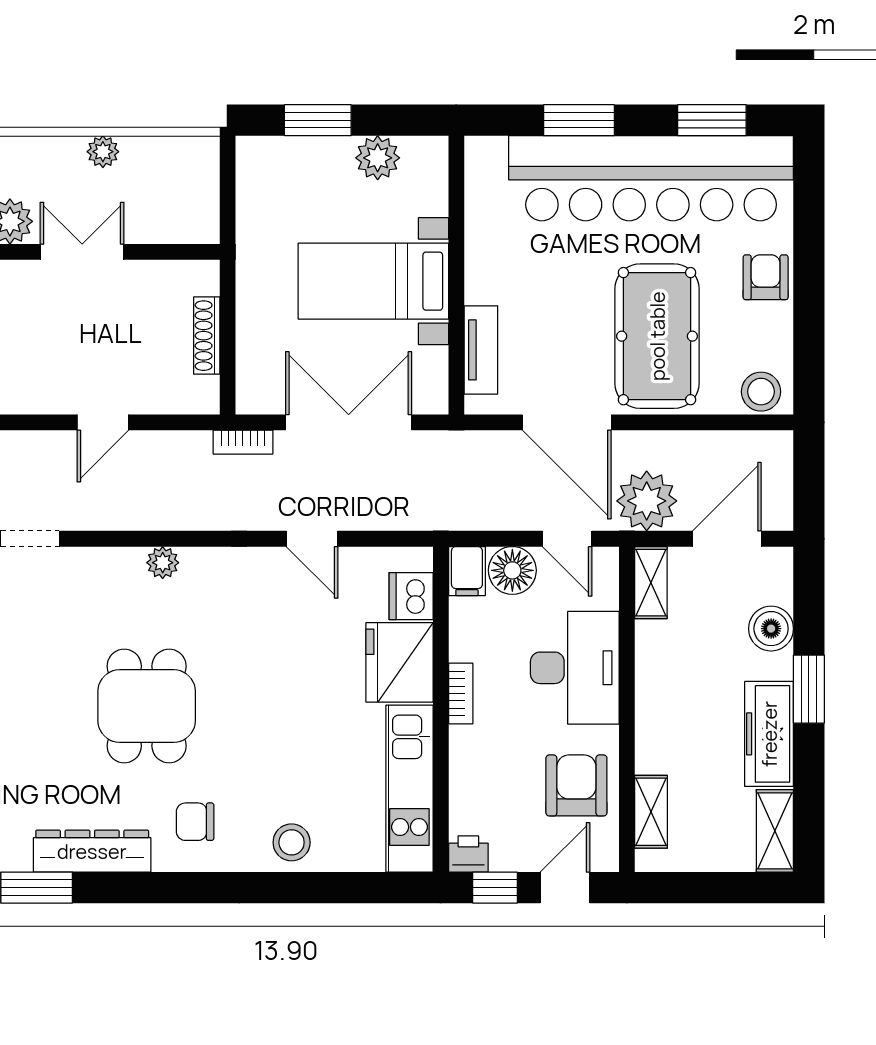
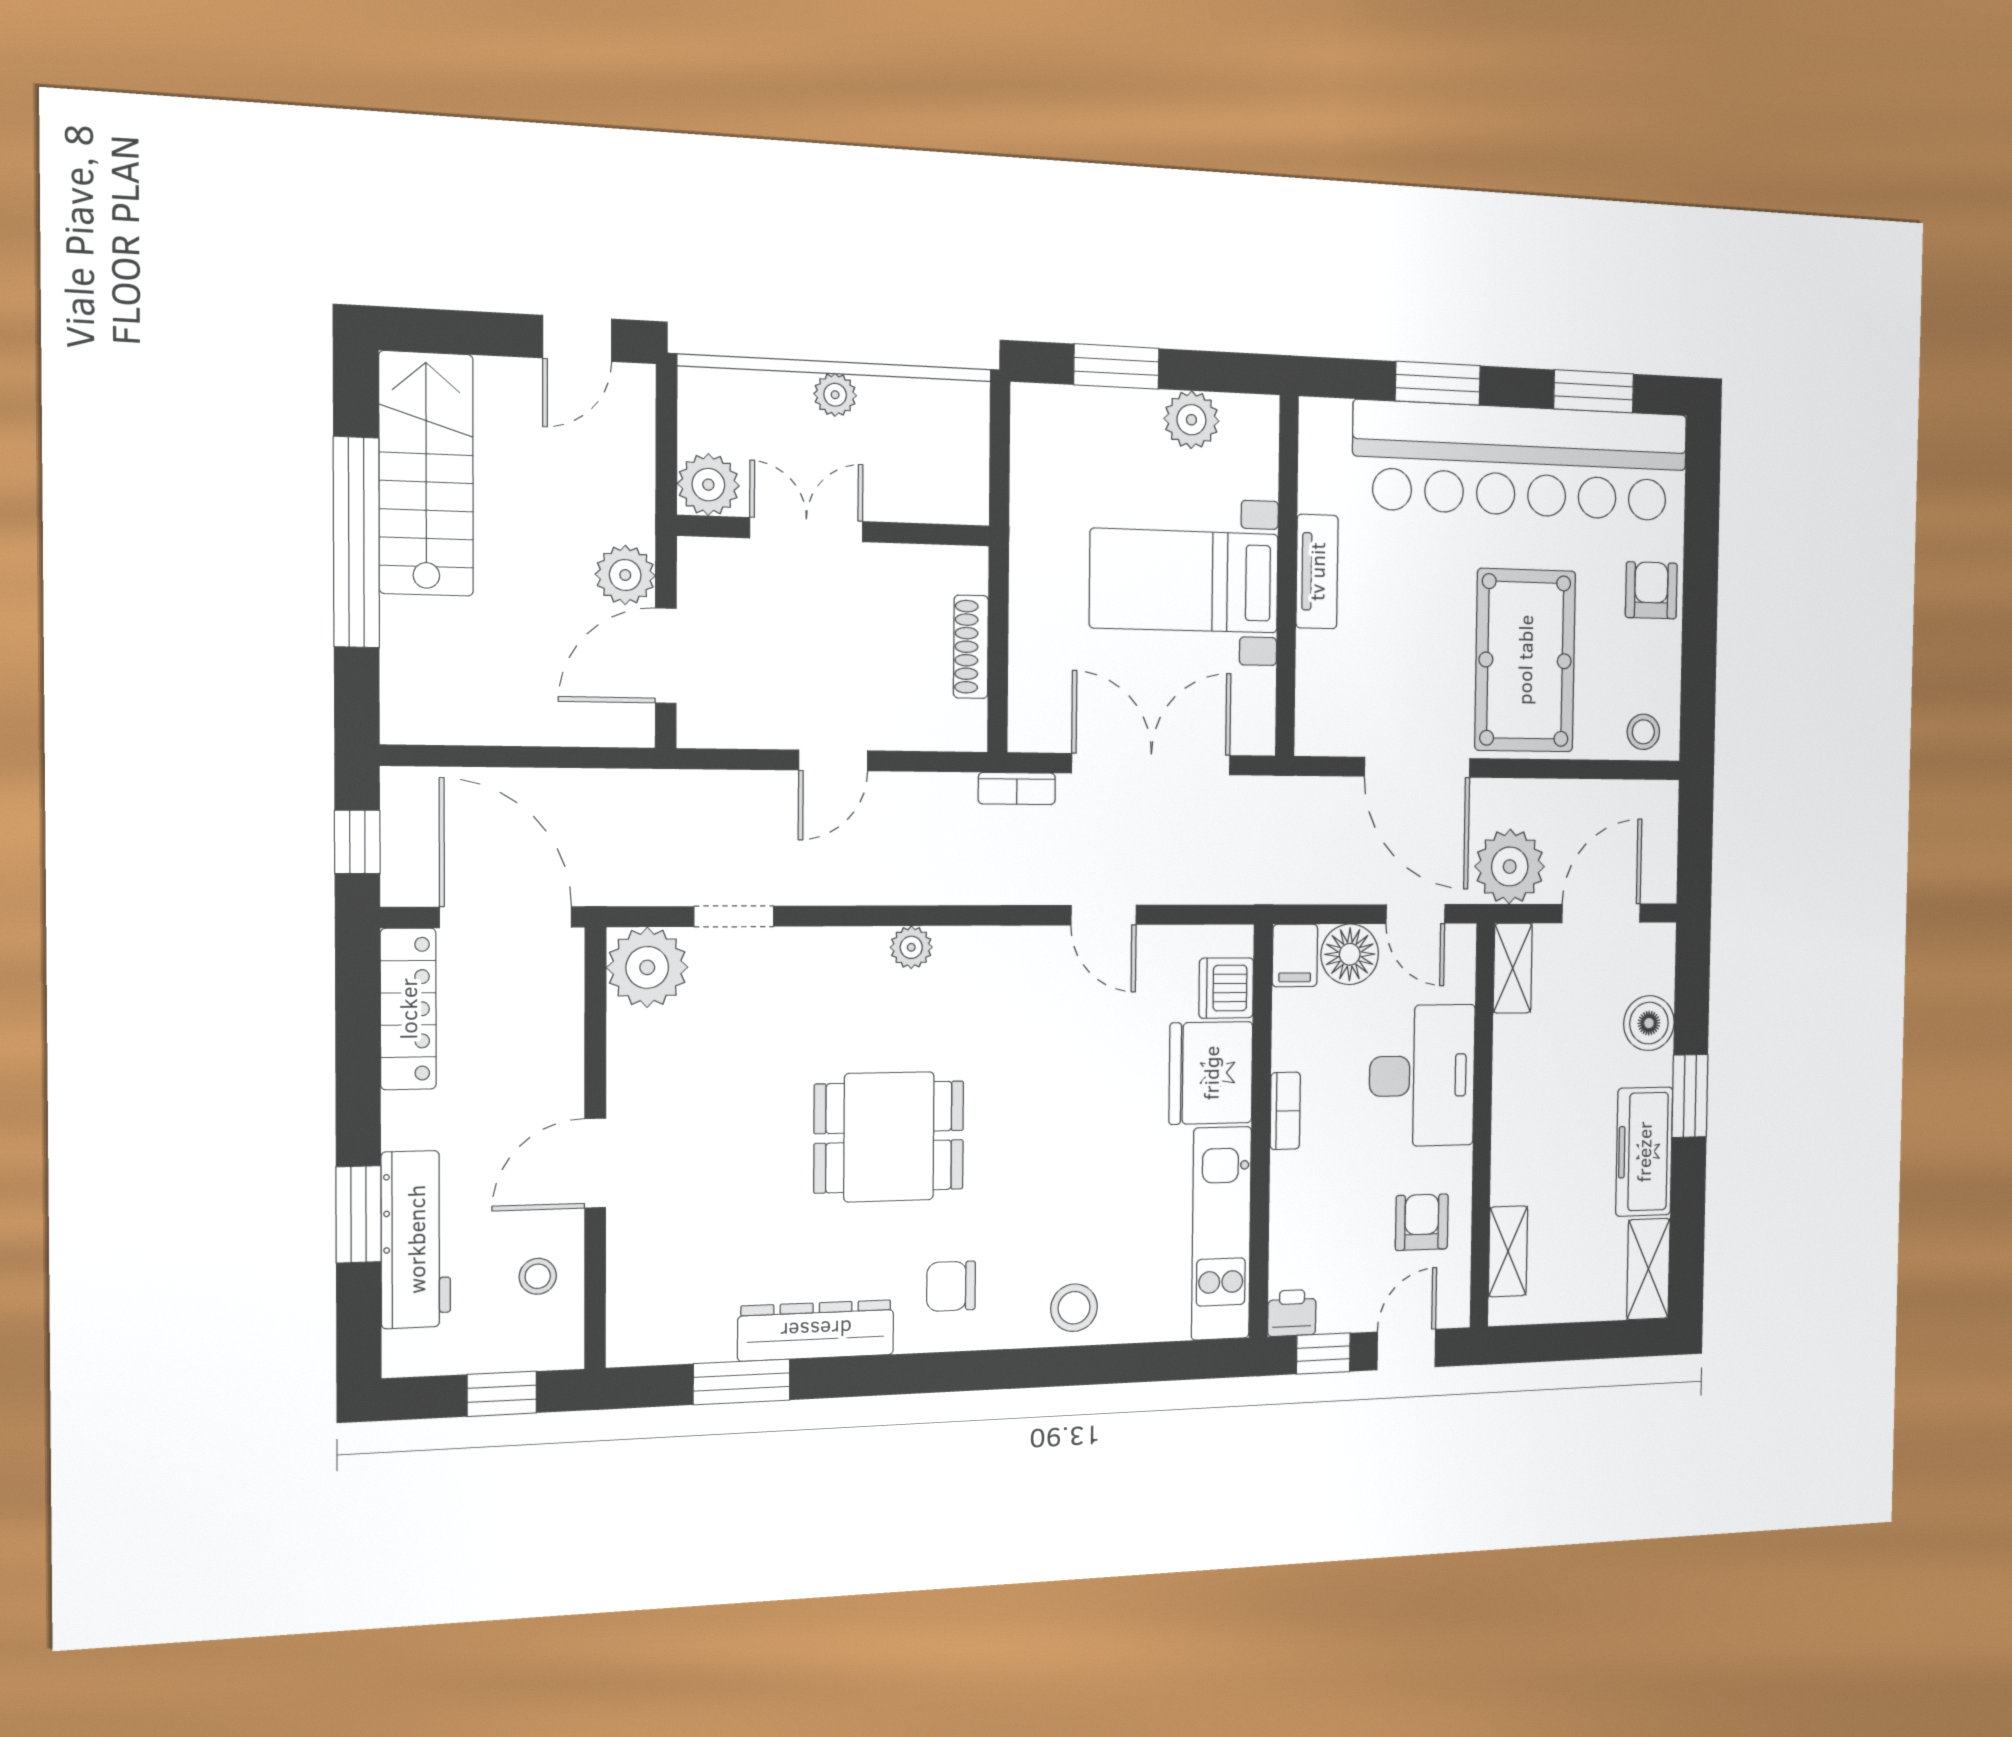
tv unit: (481, 350) -> (1317, 572), moved
stool: (761, 392) -> (1643, 732), width x0.73, depth x0.73
dining table: (147, 706) -> (889, 1137), turned 90
armchair: (576, 785) -> (1422, 1222), width x0.72, depth x0.72

